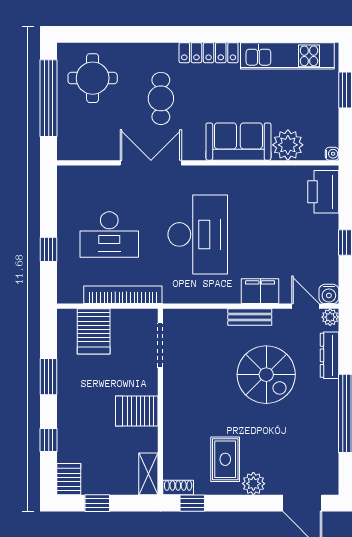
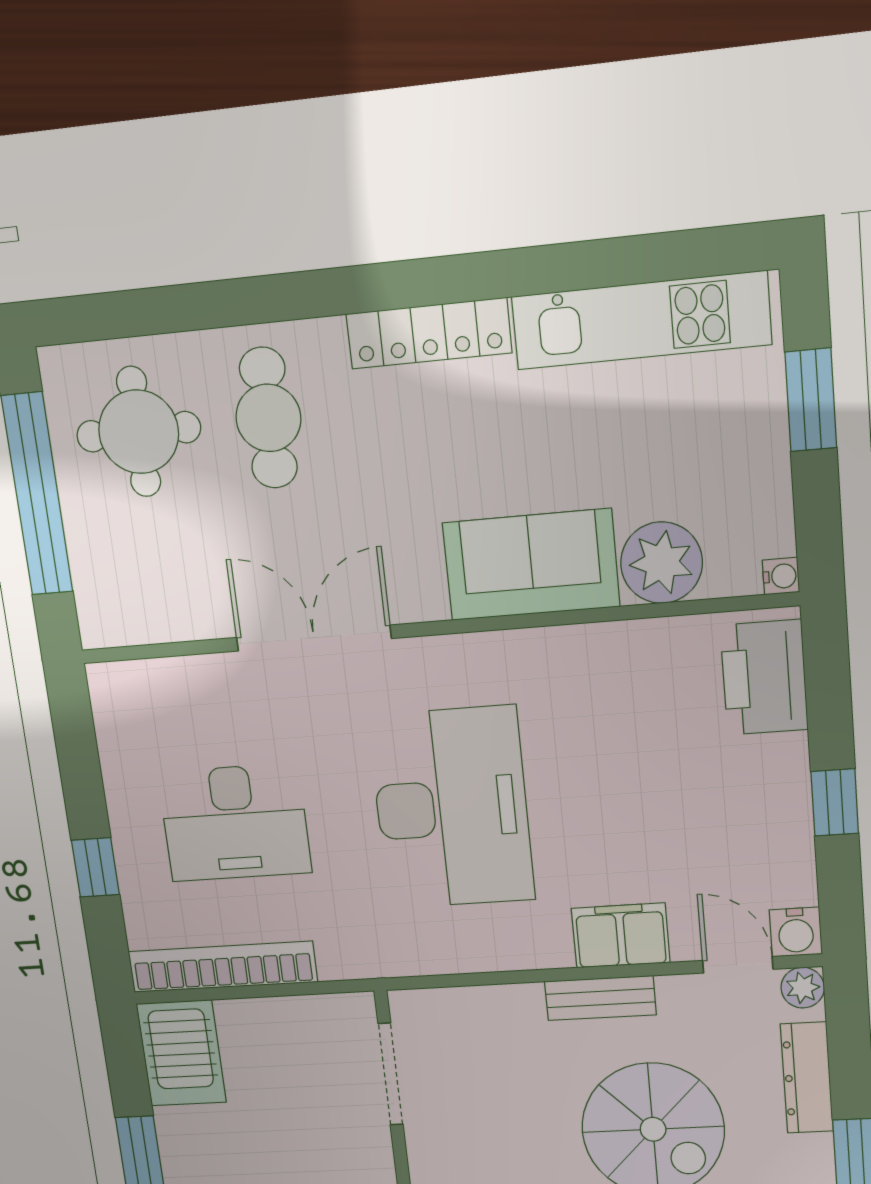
cafe table: (161, 98) -> (268, 418), moved
bookcase: (123, 295) -> (223, 967), moved
server rack: (94, 331) -> (181, 1053), moved

